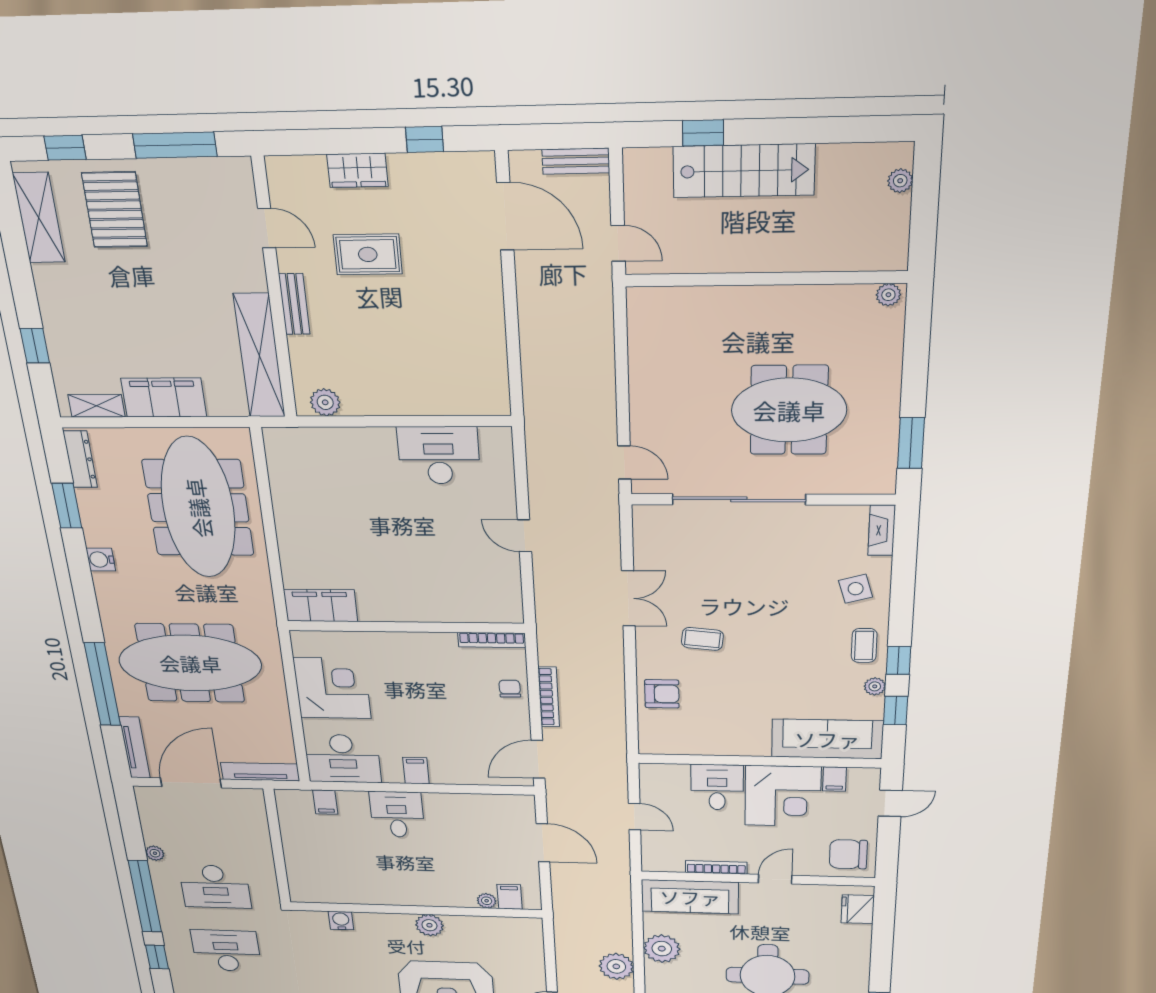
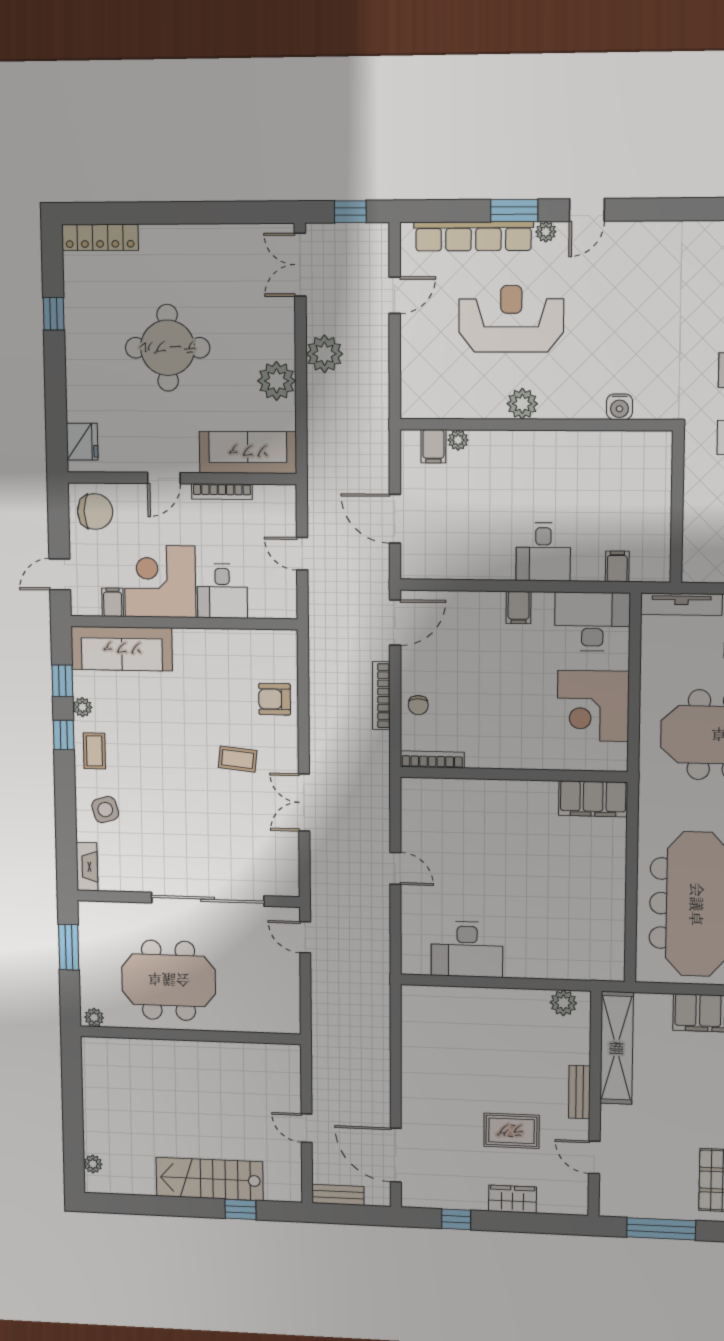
wall: (765, 279) -> (190, 1035), moved
plant: (888, 295) -> (94, 1017), moved

